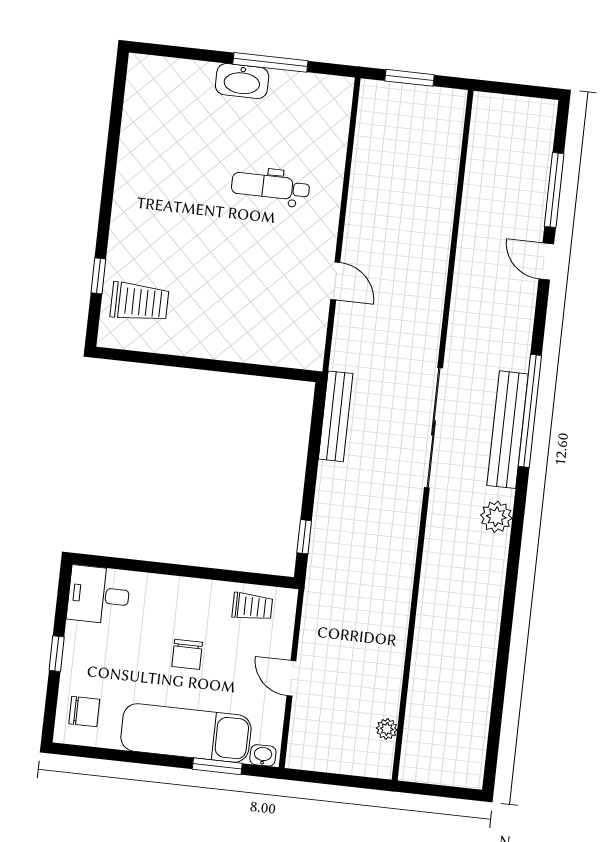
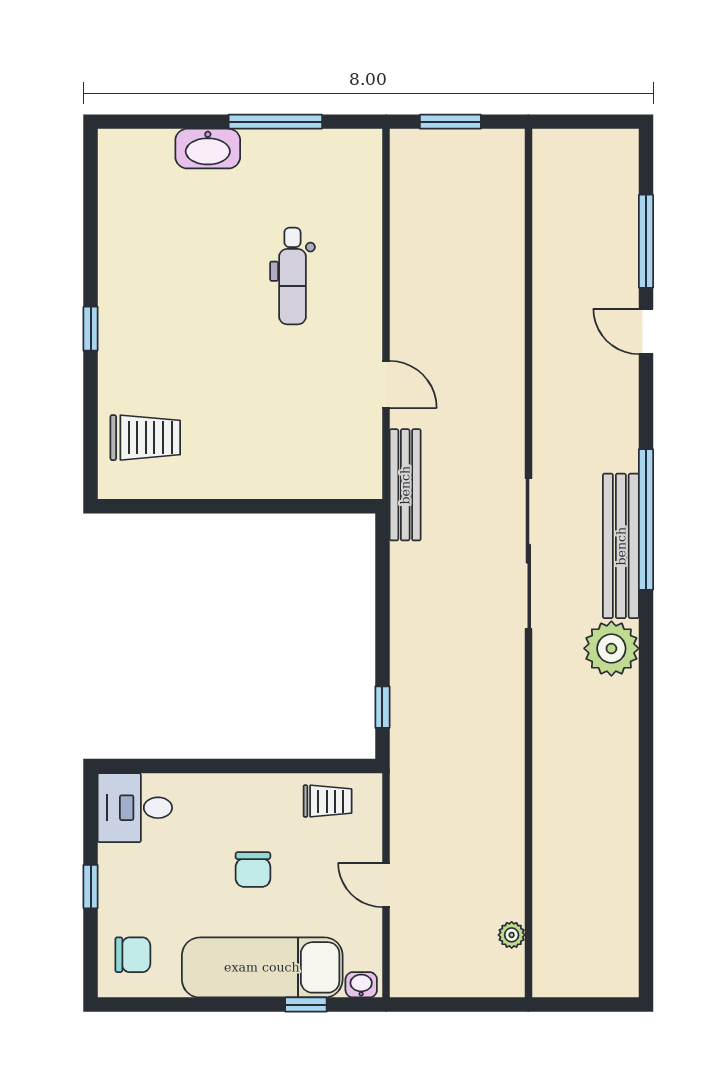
washbasin: (242, 81) -> (208, 149), moved
dental chair: (271, 187) -> (292, 276), turned -90
window: (98, 276) -> (91, 329), moved
bench: (336, 416) -> (405, 485), moved
plant: (496, 517) -> (611, 648), width x1.36, depth x1.36
window: (217, 766) -> (306, 1005), width x0.67

